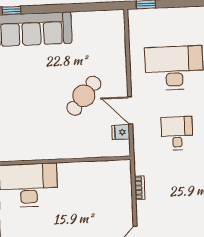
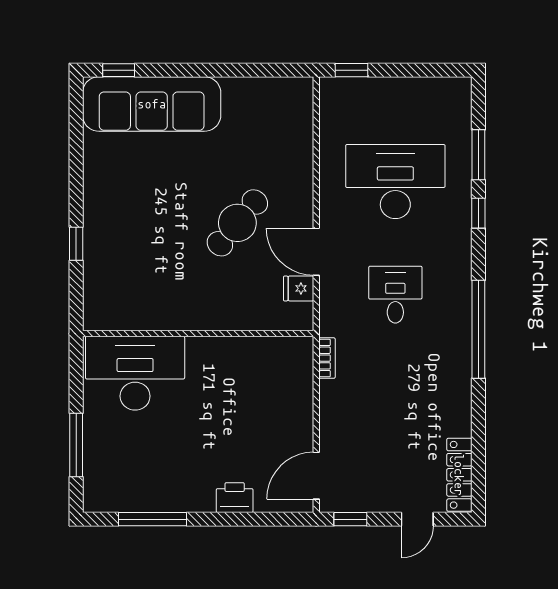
bookcase: (140, 188) -> (327, 358), moved

